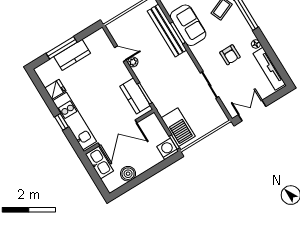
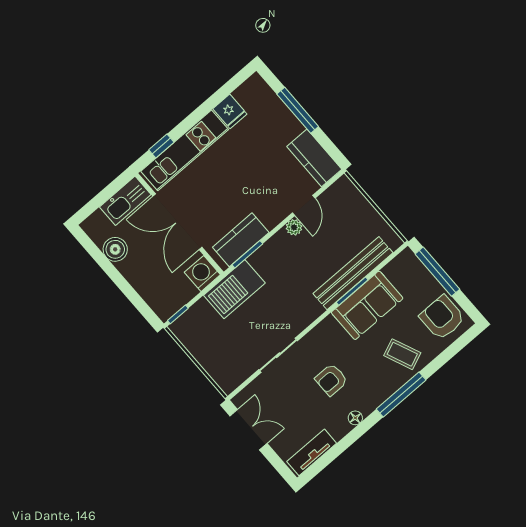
kitchen counter: (72, 55) -> (314, 158), moved
tv unit: (269, 69) -> (312, 452), width x0.71
window: (62, 122) -> (161, 146), moved
barbecue: (178, 127) -> (234, 289), moved
washing machine: (168, 149) -> (202, 273), moved, turned -90

